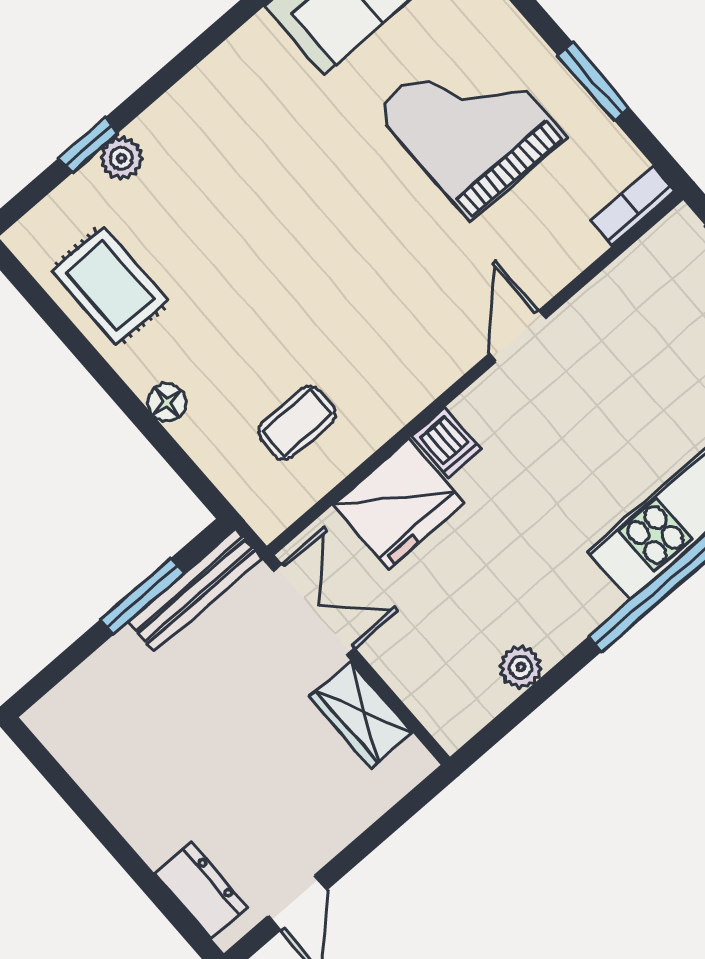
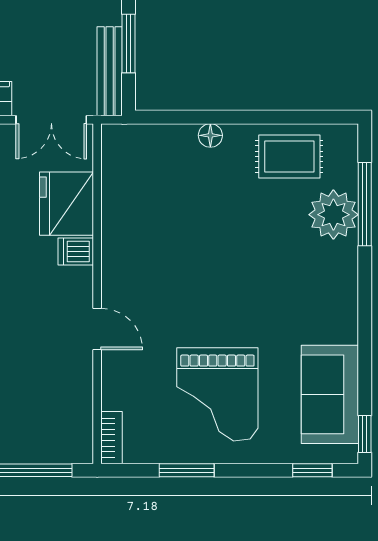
grand piano: (470, 124) -> (217, 394), turned 90
window: (88, 145) -> (365, 204), width x2.17
plant: (121, 158) -> (333, 215), width x1.87, depth x1.87
coffee table: (297, 423) -> (147, 189), removed

